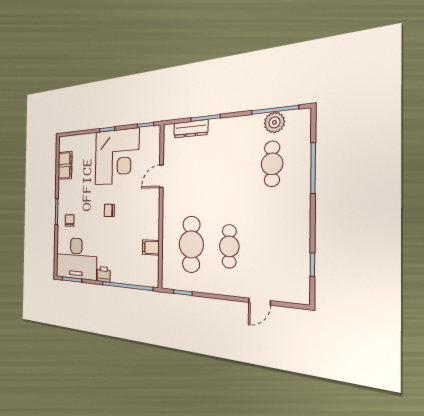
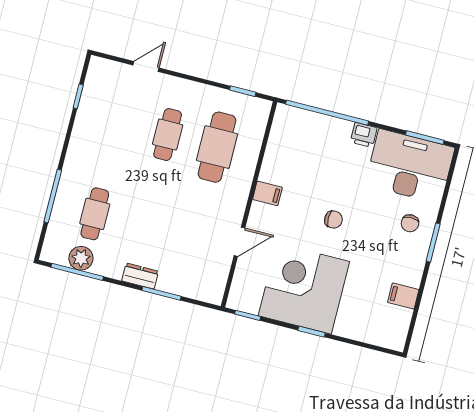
dresser: (191, 129) -> (140, 276), moved, width x0.70
filing cabinet: (65, 165) -> (403, 296), width x0.50
filing cabinet: (151, 248) -> (267, 193), moved

